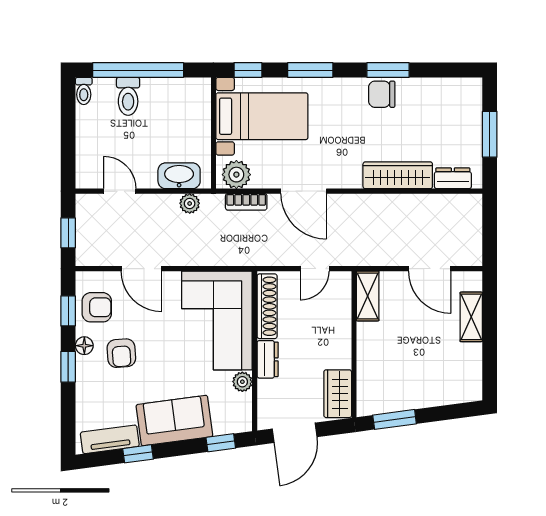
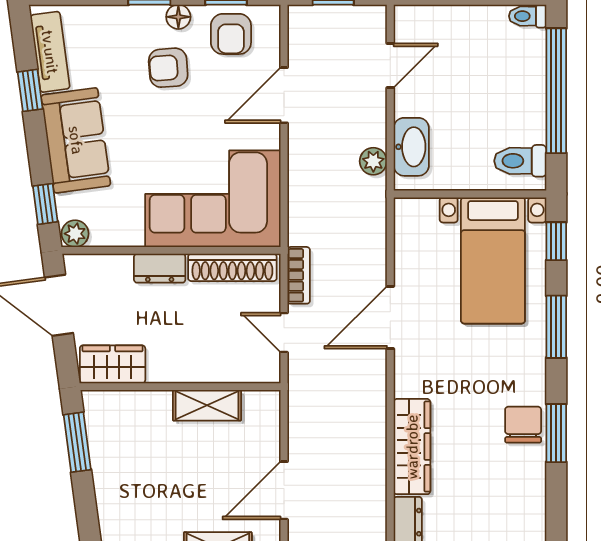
toilet: (128, 96) -> (520, 161), moved
plant: (236, 175) -> (413, 225), removed
bookcase: (246, 202) -> (299, 275), moved, turned 180
shelving: (368, 296) -> (207, 405), moved
plant: (242, 382) -> (75, 234), moved

